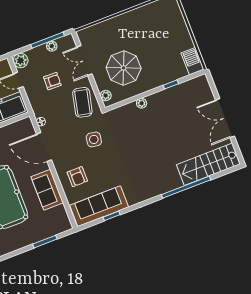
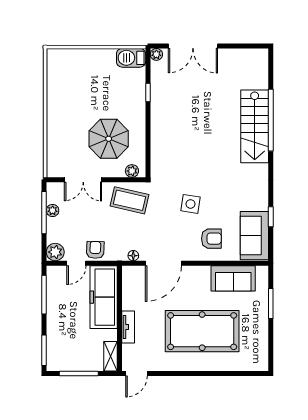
armchair: (52, 81) -> (95, 250), moved
plant: (142, 103) -> (156, 54), moved
double door: (225, 118) -> (193, 46), moved
side table: (94, 139) -> (190, 204), moved
stairs: (208, 164) -> (255, 126), moved
sofa: (47, 190) -> (233, 278), moved
sofa: (99, 206) -> (254, 236), width x0.73

